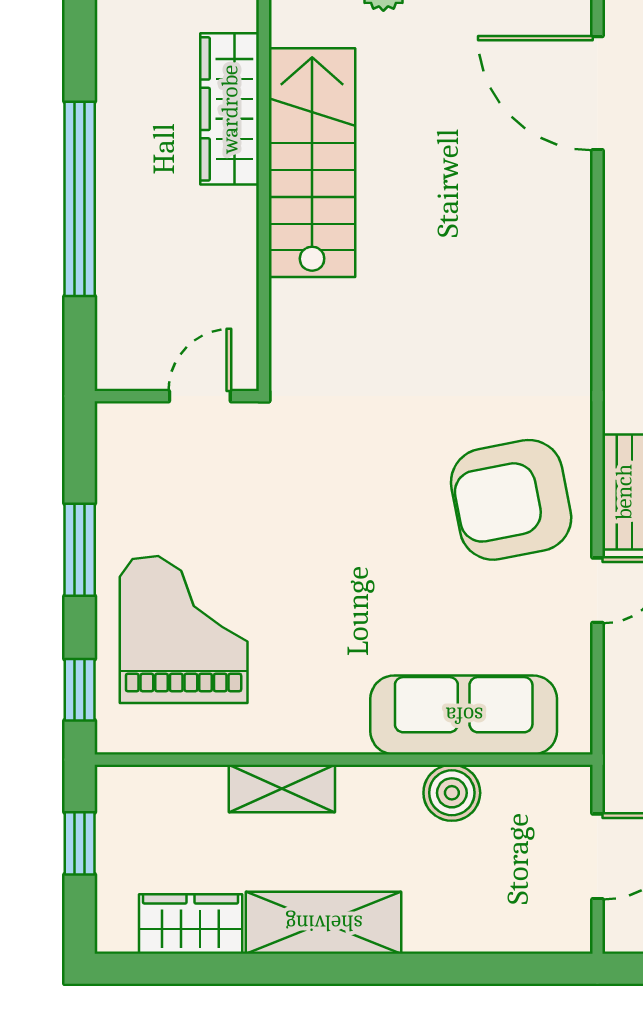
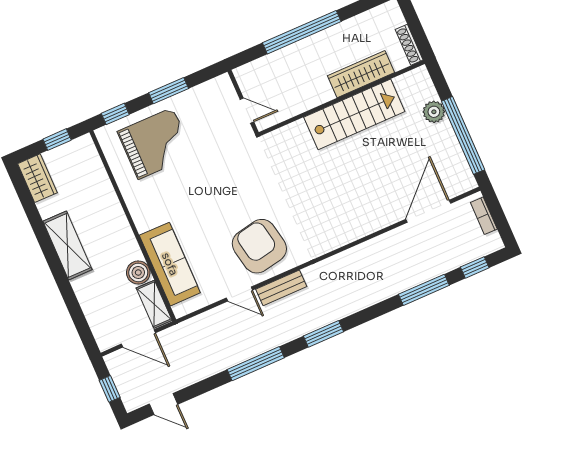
shelving: (282, 788) -> (154, 304), moved
wardrobe: (191, 924) -> (37, 178), moved

